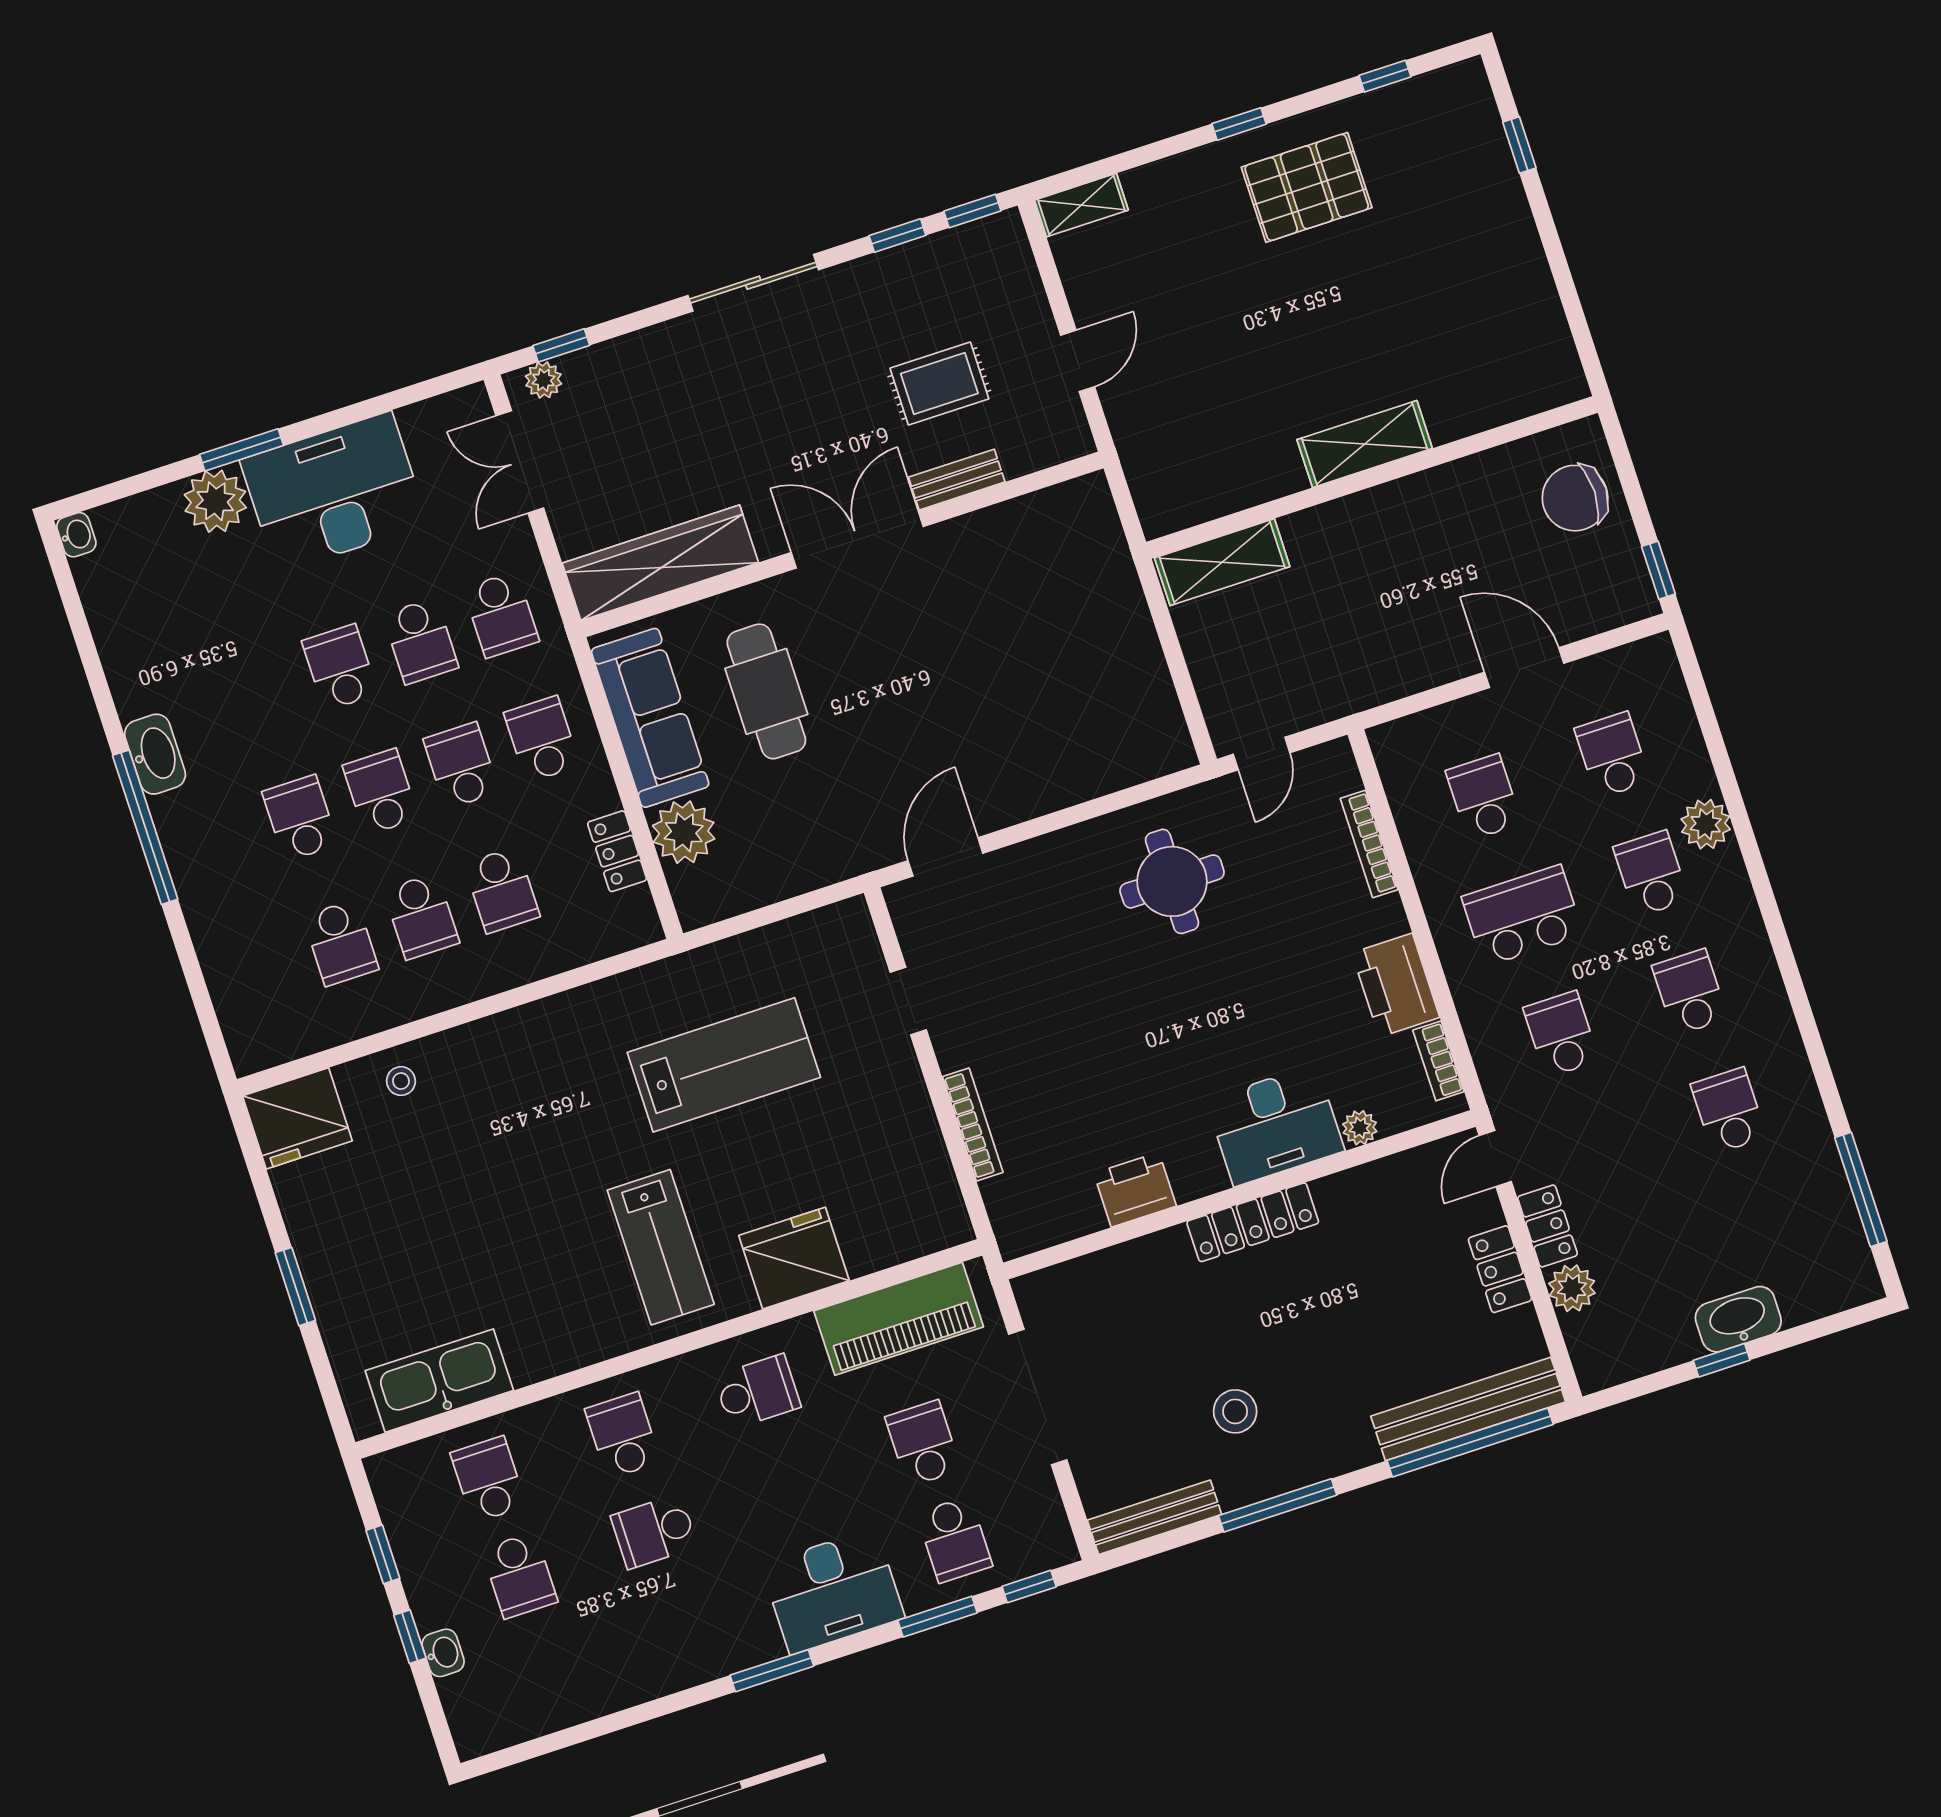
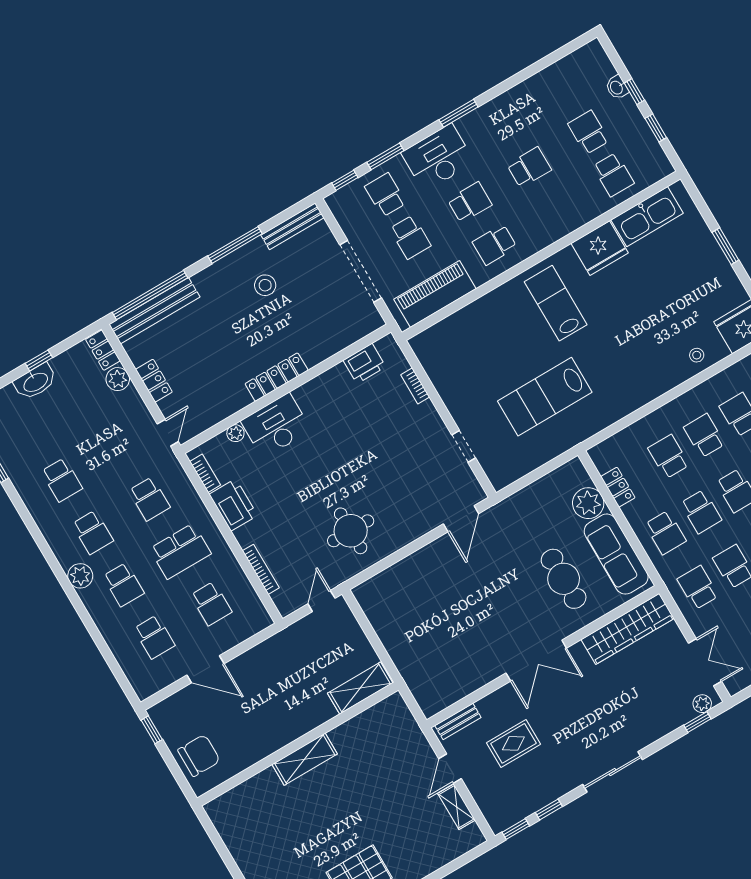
shelving: (1081, 205) -> (457, 807), moved, turned 90
bench: (957, 480) -> (458, 721), moved
plant: (1706, 824) -> (80, 576), moved
bookcase: (973, 1125) -> (415, 386), width x0.64
printer: (1135, 1190) -> (364, 363), moved
locker: (1548, 1226) -> (103, 350), moved
fridge: (794, 1258) -> (600, 248), moved
school desk: (623, 1435) -> (470, 202), moved, turned -90

